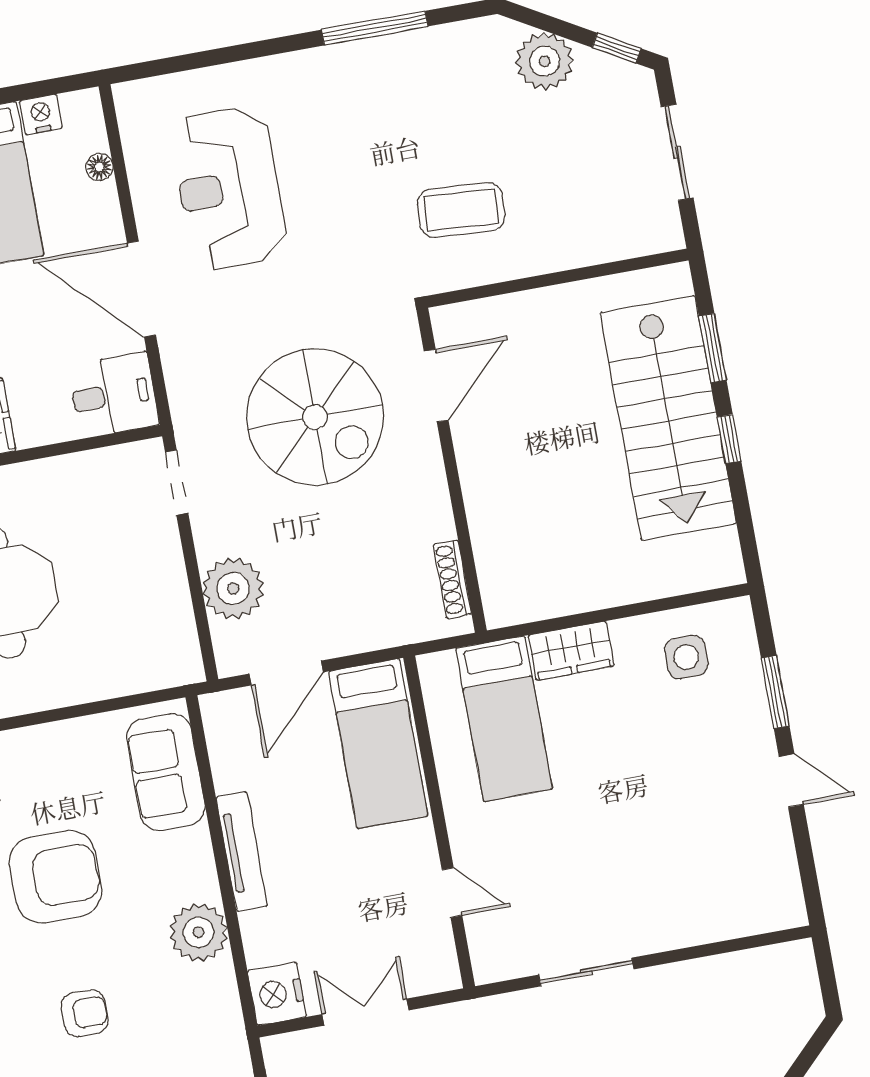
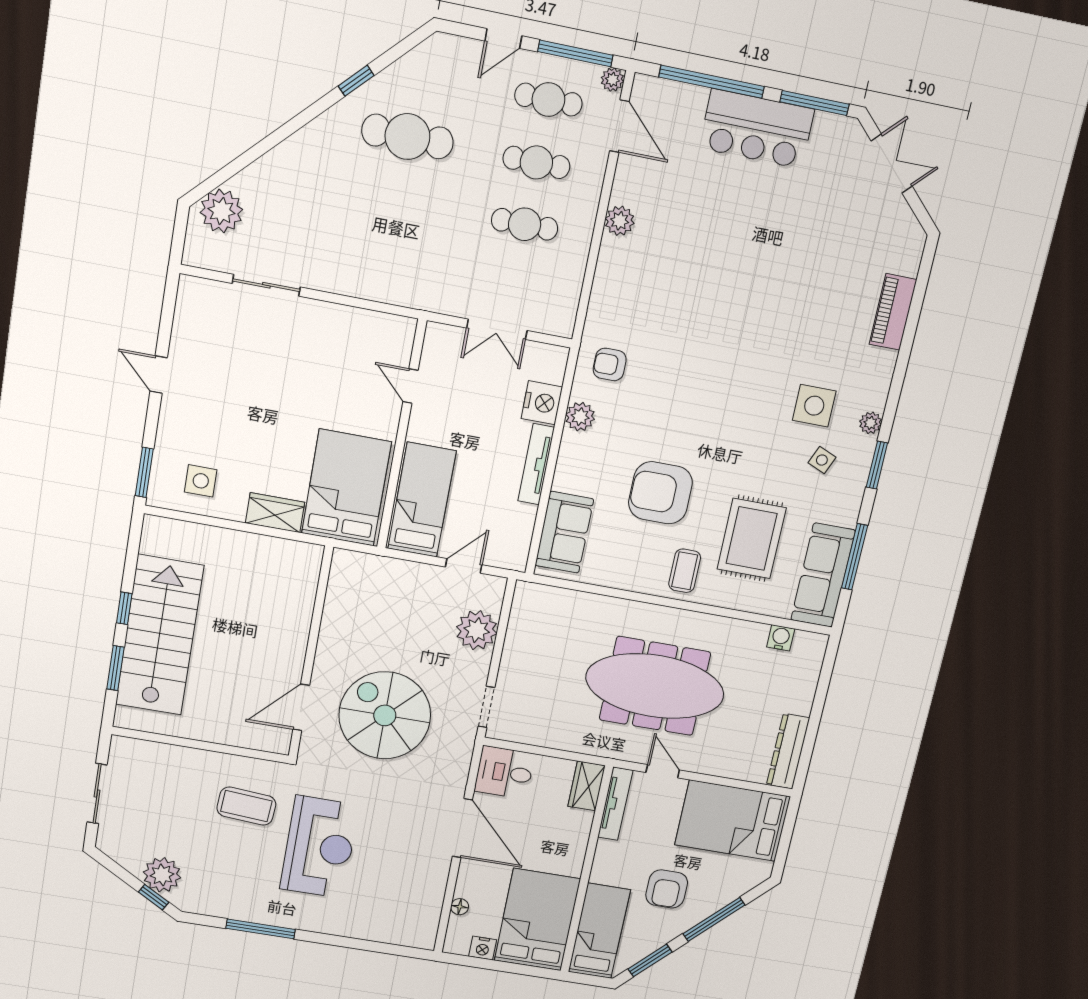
window: (617, 48) -> (154, 897), moved
reception desk: (229, 188) -> (319, 847), moved
shoe rack: (452, 579) -> (335, 585), removed
door: (286, 673) -> (464, 566), width x0.73
window: (775, 692) -> (144, 472), moved
bed: (504, 719) -> (347, 488), width x1.50
plant: (198, 932) -> (580, 417), width x0.73, depth x0.73
sliding door: (586, 972) -> (266, 285), moved
nightstand: (277, 994) -> (542, 403), moved
armchair: (85, 1013) -> (610, 364), moved
plant: (782, 1027) -> (221, 211), added

